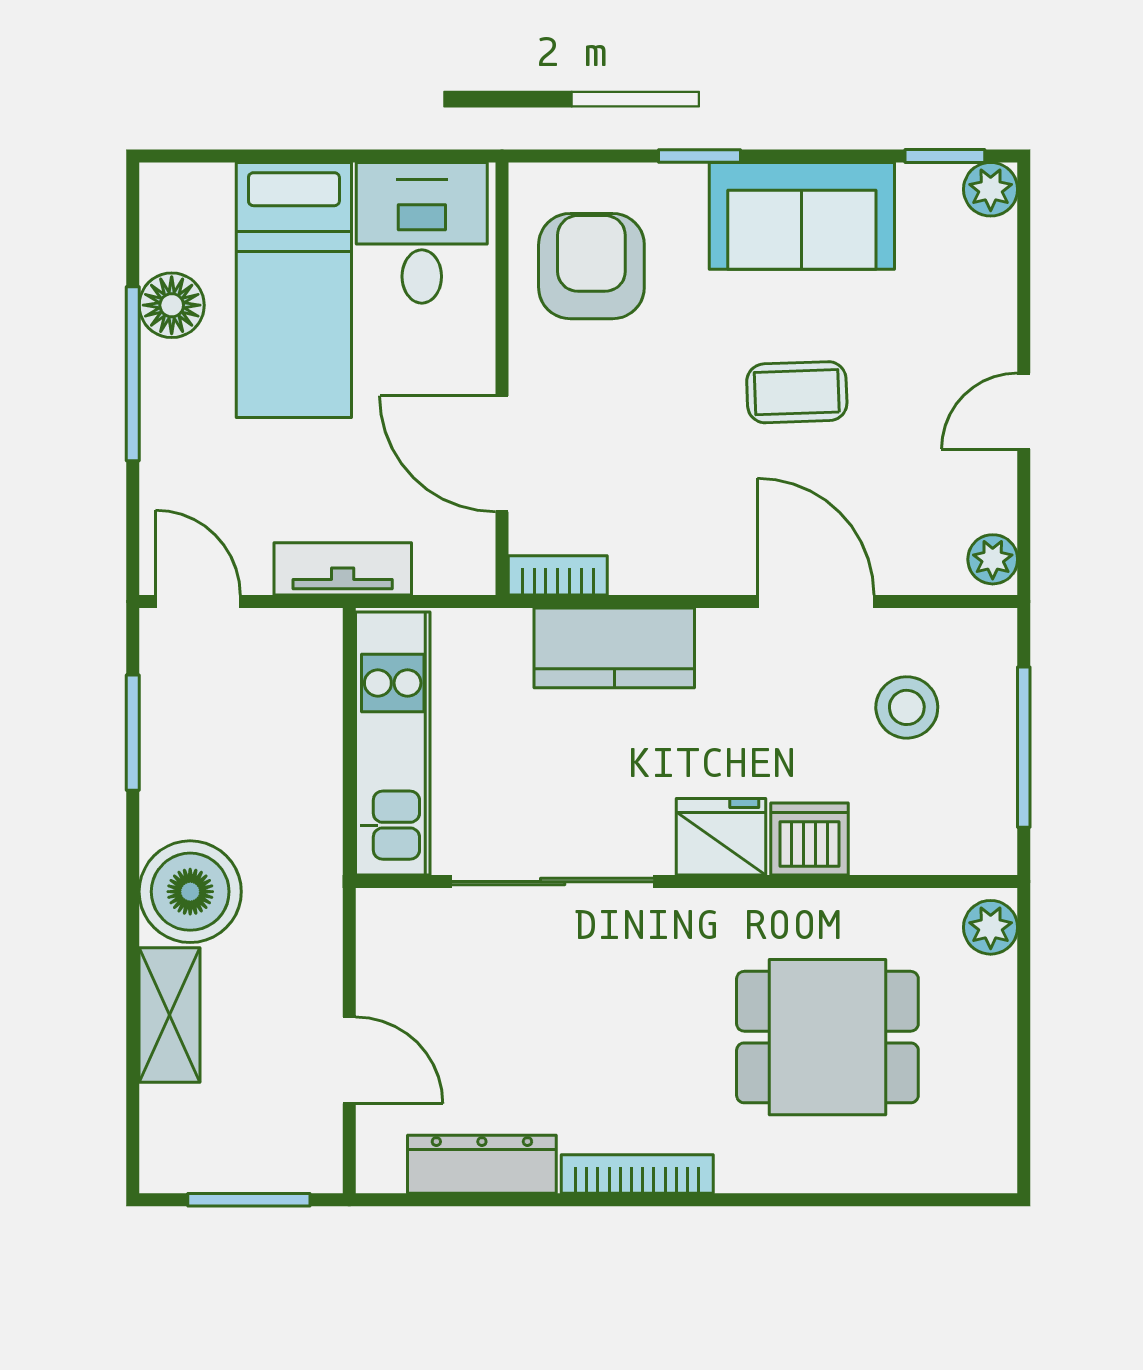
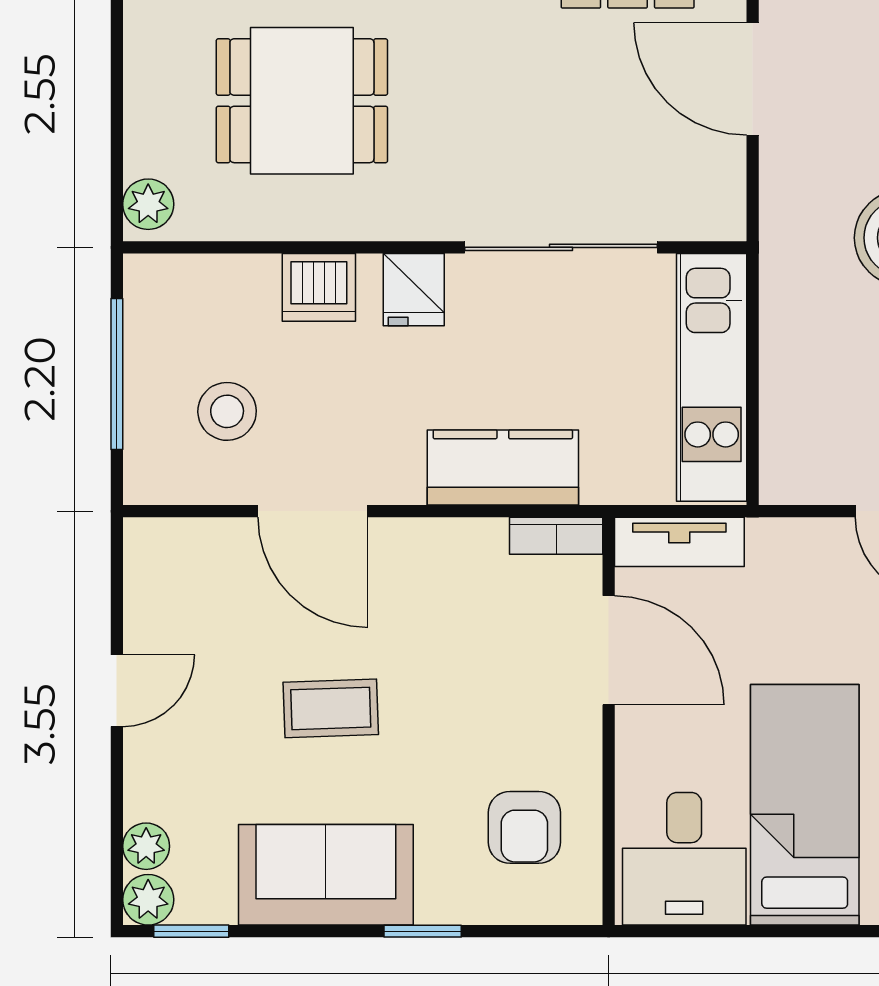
armchair: (591, 266) -> (524, 827), width x0.72, depth x0.72
plant: (993, 559) -> (146, 846), moved
tv unit: (343, 569) -> (679, 542), moved
fridge: (721, 837) -> (414, 290), width x0.72
door: (349, 1060) -> (753, 79), width x1.37

